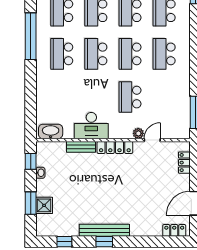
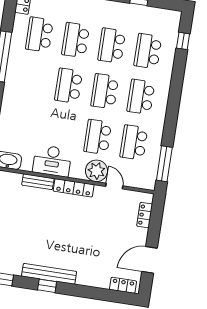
school desk: (62, 54) -> (134, 142), moved
plant: (138, 133) -> (96, 171), width x1.88, depth x1.88
door: (152, 140) -> (114, 186), hinge flipped

